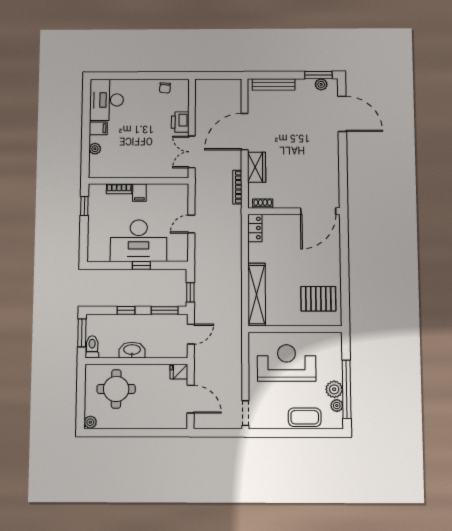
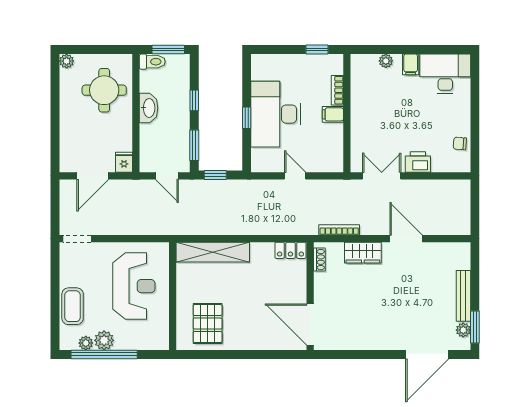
bench: (274, 84) -> (463, 296), moved
door: (245, 132) -> (406, 239), width x0.73

